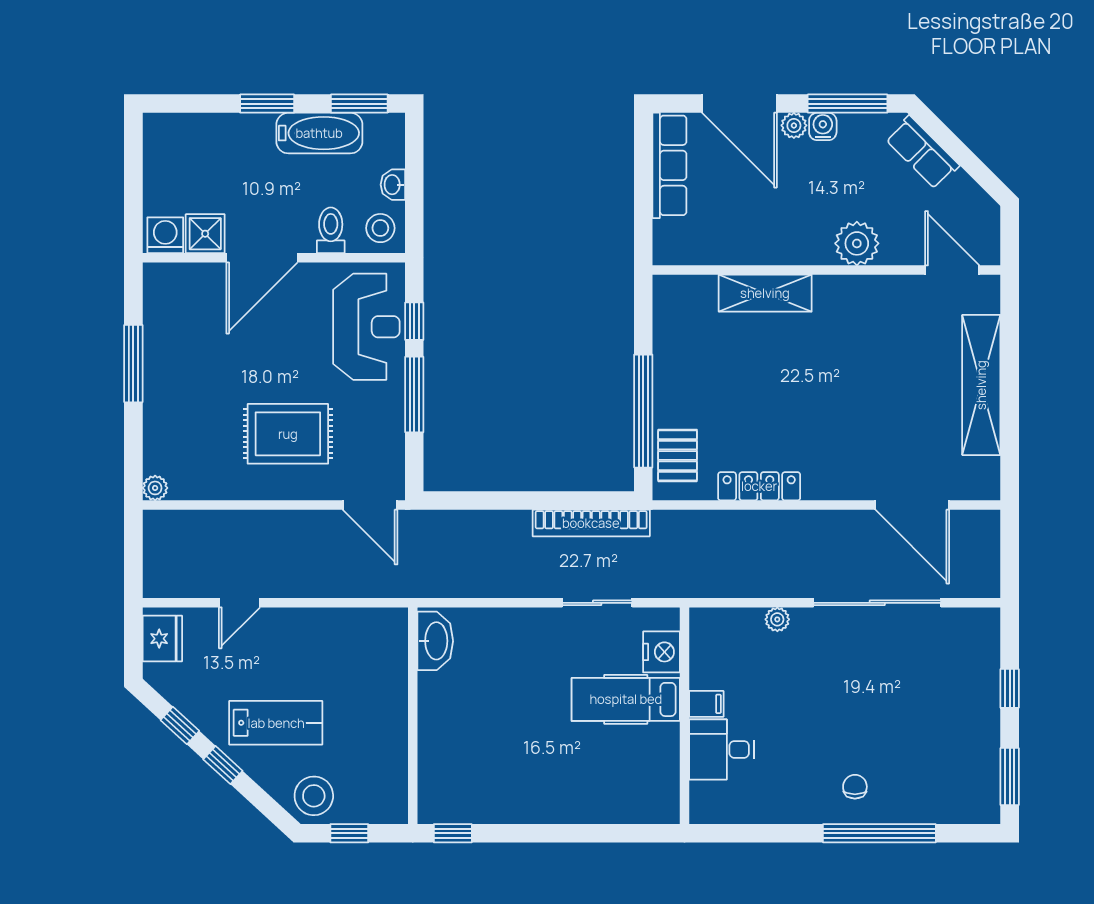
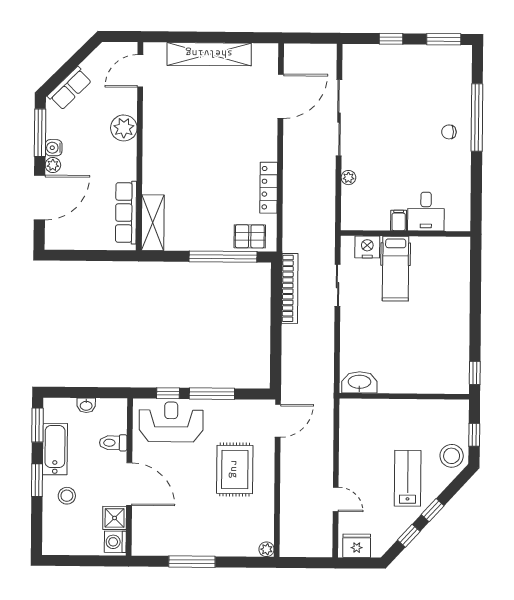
row of seats: (669, 165) -> (126, 213), moved, turned -90
stool: (380, 228) -> (67, 496), moved
shelving: (765, 293) -> (153, 223), moved

